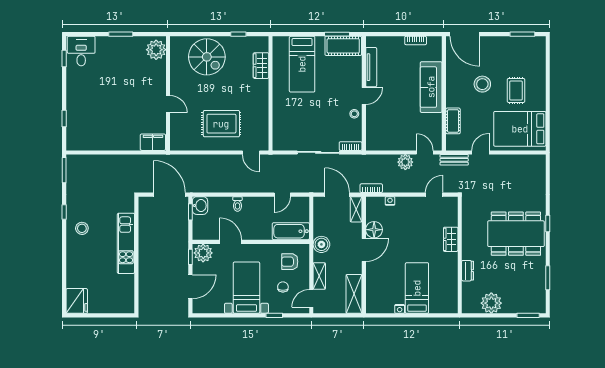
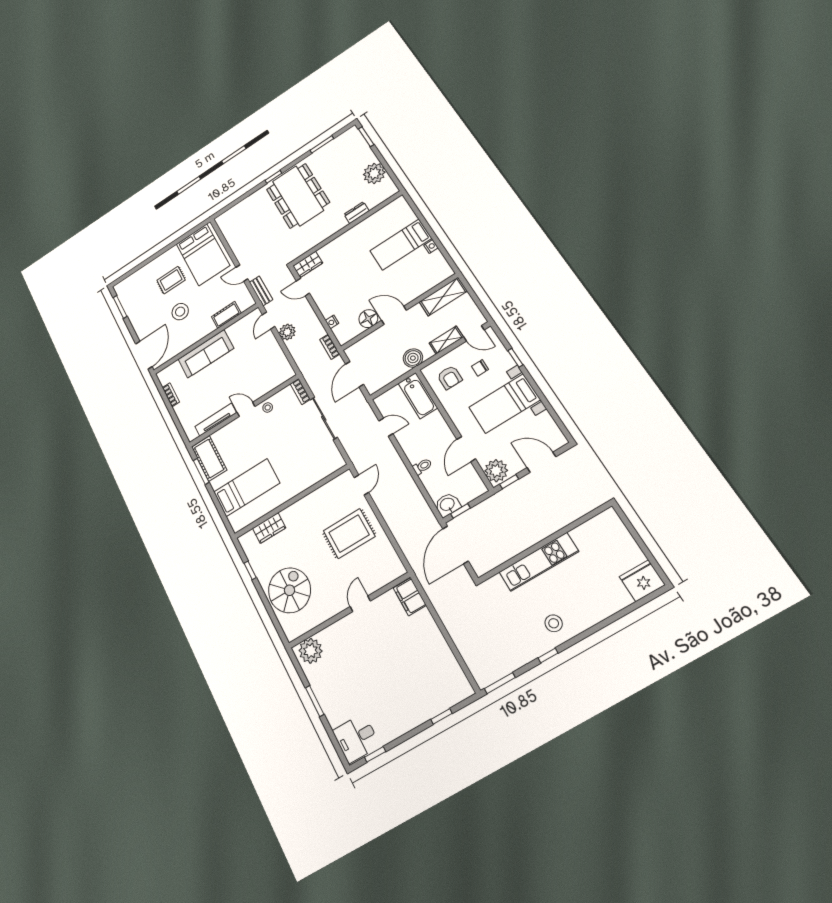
rug: (221, 124) -> (349, 534), turned 90
shelving: (356, 209) -> (358, 348), removed
wardrobe: (451, 239) -> (308, 264), moved

